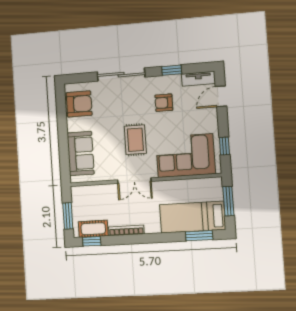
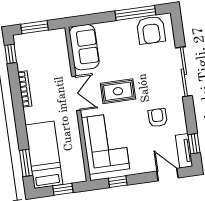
window: (172, 70) -> (194, 144), moved
window: (62, 118) -> (135, 13), added
sofa: (81, 153) -> (84, 47), moved, turned -90
double door: (134, 181) -> (76, 93), swing flipped
window: (228, 201) -> (63, 189), width x0.67
cot: (93, 229) -> (24, 55), removed

